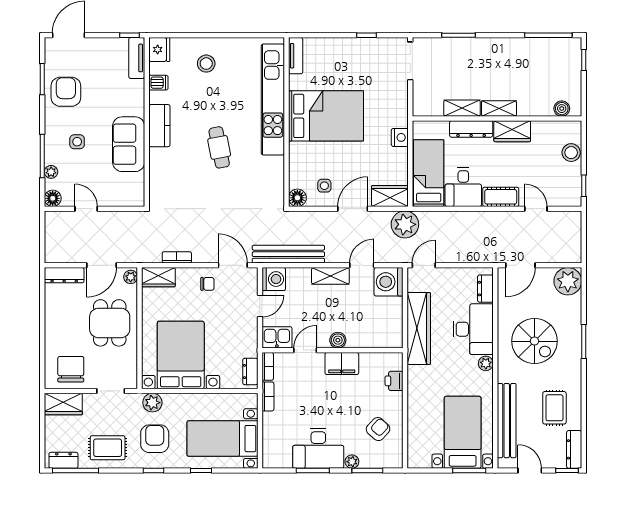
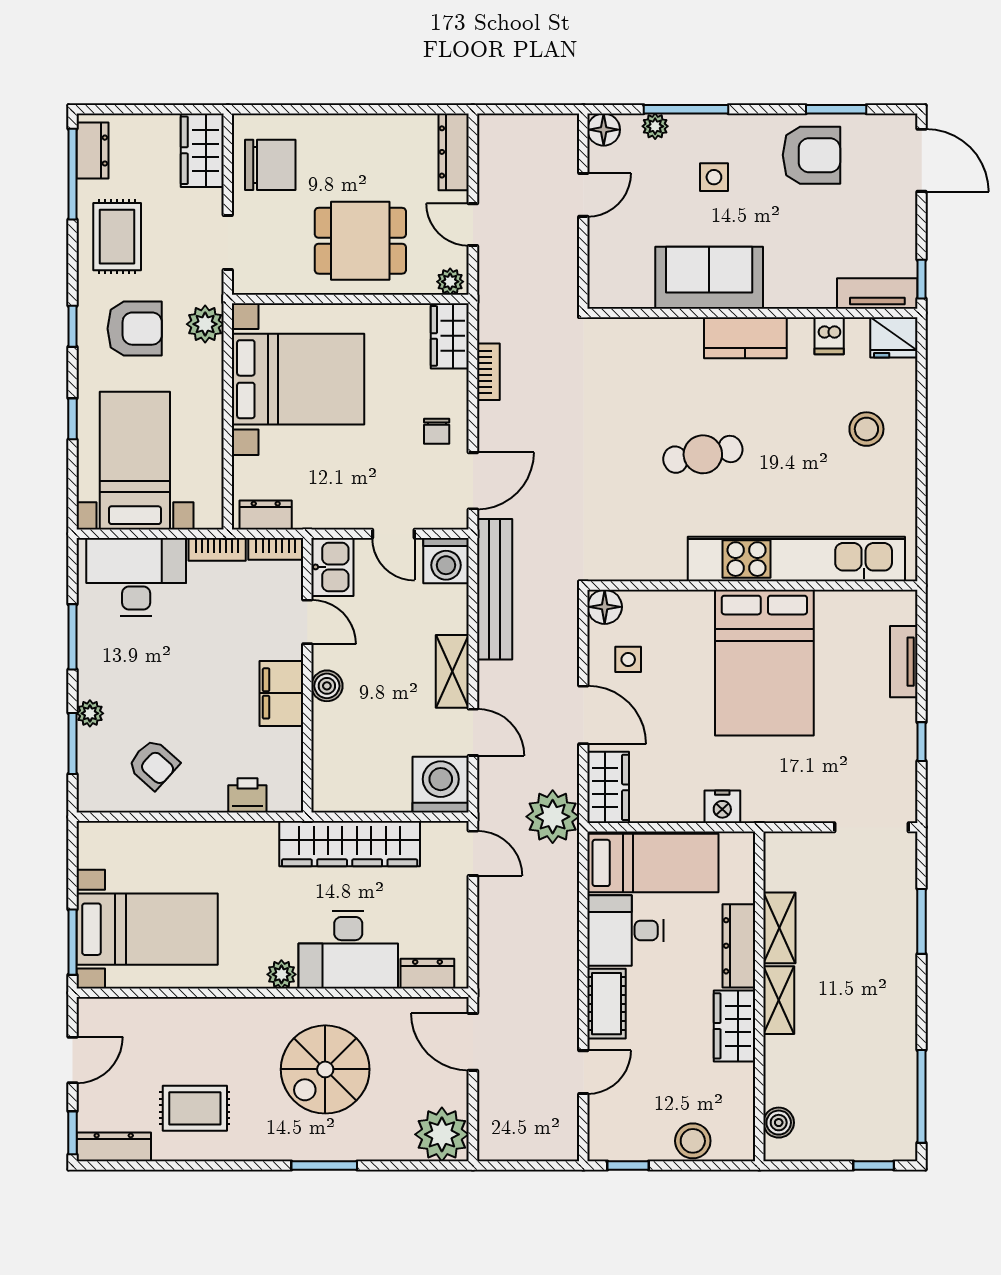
tv unit: (296, 56) -> (904, 662), moved, turned 90
door: (101, 265) -> (473, 225), width x0.73
bench: (507, 421) -> (170, 1015), removed
desk: (318, 448) -> (136, 577), moved, turned 90

